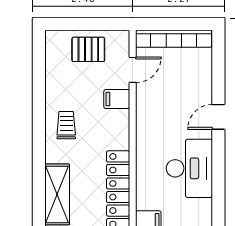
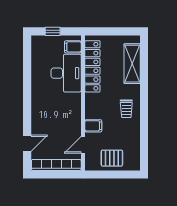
door: (218, 117) -> (27, 143), moved
desk: (189, 168) -> (66, 73), moved, turned 180

